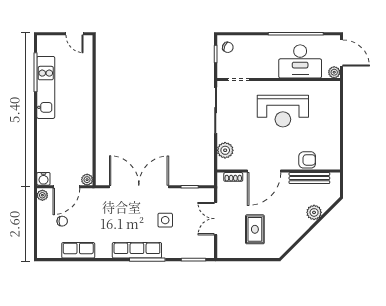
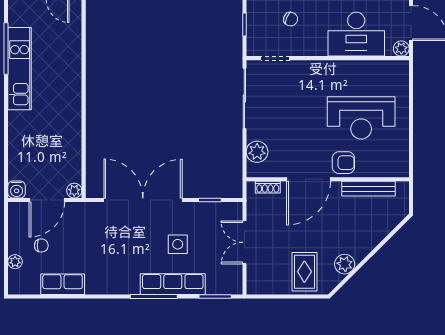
chair: (228, 47) -> (291, 19), moved
reception desk: (283, 111) -> (361, 118), moved
armchair: (307, 160) -> (343, 163), moved
plant: (42, 195) -> (15, 262), moved
plant: (314, 212) -> (345, 264), moved
rug: (255, 229) -> (304, 272), moved
row of seats: (137, 250) -> (173, 284), moved

